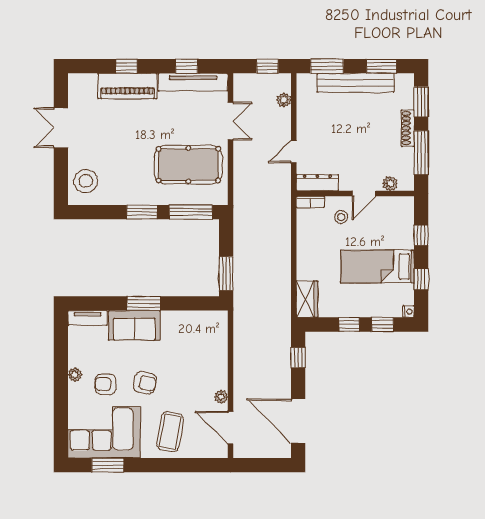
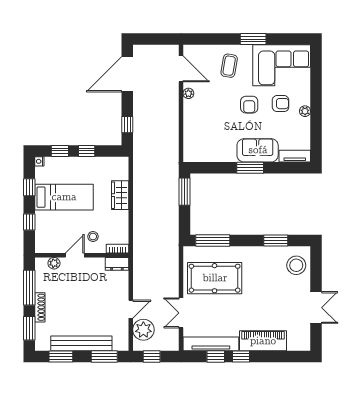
window: (127, 66) -> (241, 357), moved
plant: (284, 100) -> (143, 330), width x1.88, depth x1.88
door: (294, 152) -> (131, 309), moved
dresser: (317, 183) -> (117, 264), width x0.70
window: (142, 212) -> (276, 240), moved
wardrobe: (307, 299) -> (120, 195), moved
armchair: (145, 383) -> (249, 105), turned -101
door: (298, 421) -> (127, 74), swing flipped
coffee table: (170, 432) -> (229, 66), width x0.73, depth x0.77
window: (108, 465) -> (253, 39), moved

